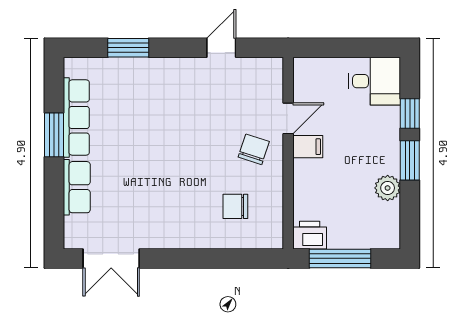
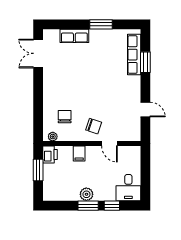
row of seats: (76, 117) -> (134, 55), moved, turned 90
filing cabinet: (308, 147) -> (79, 154), moved
plant: (388, 188) -> (86, 194), moved
plant: (274, 230) -> (53, 137), added
window: (340, 258) -> (38, 170), width x0.69

